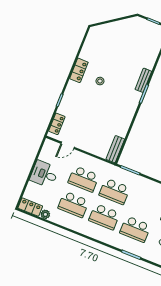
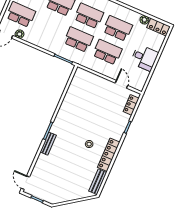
locker: (79, 70) -> (109, 155), width x1.53
door: (68, 145) -> (121, 84), hinge flipped
bench: (115, 149) -> (98, 182), moved

